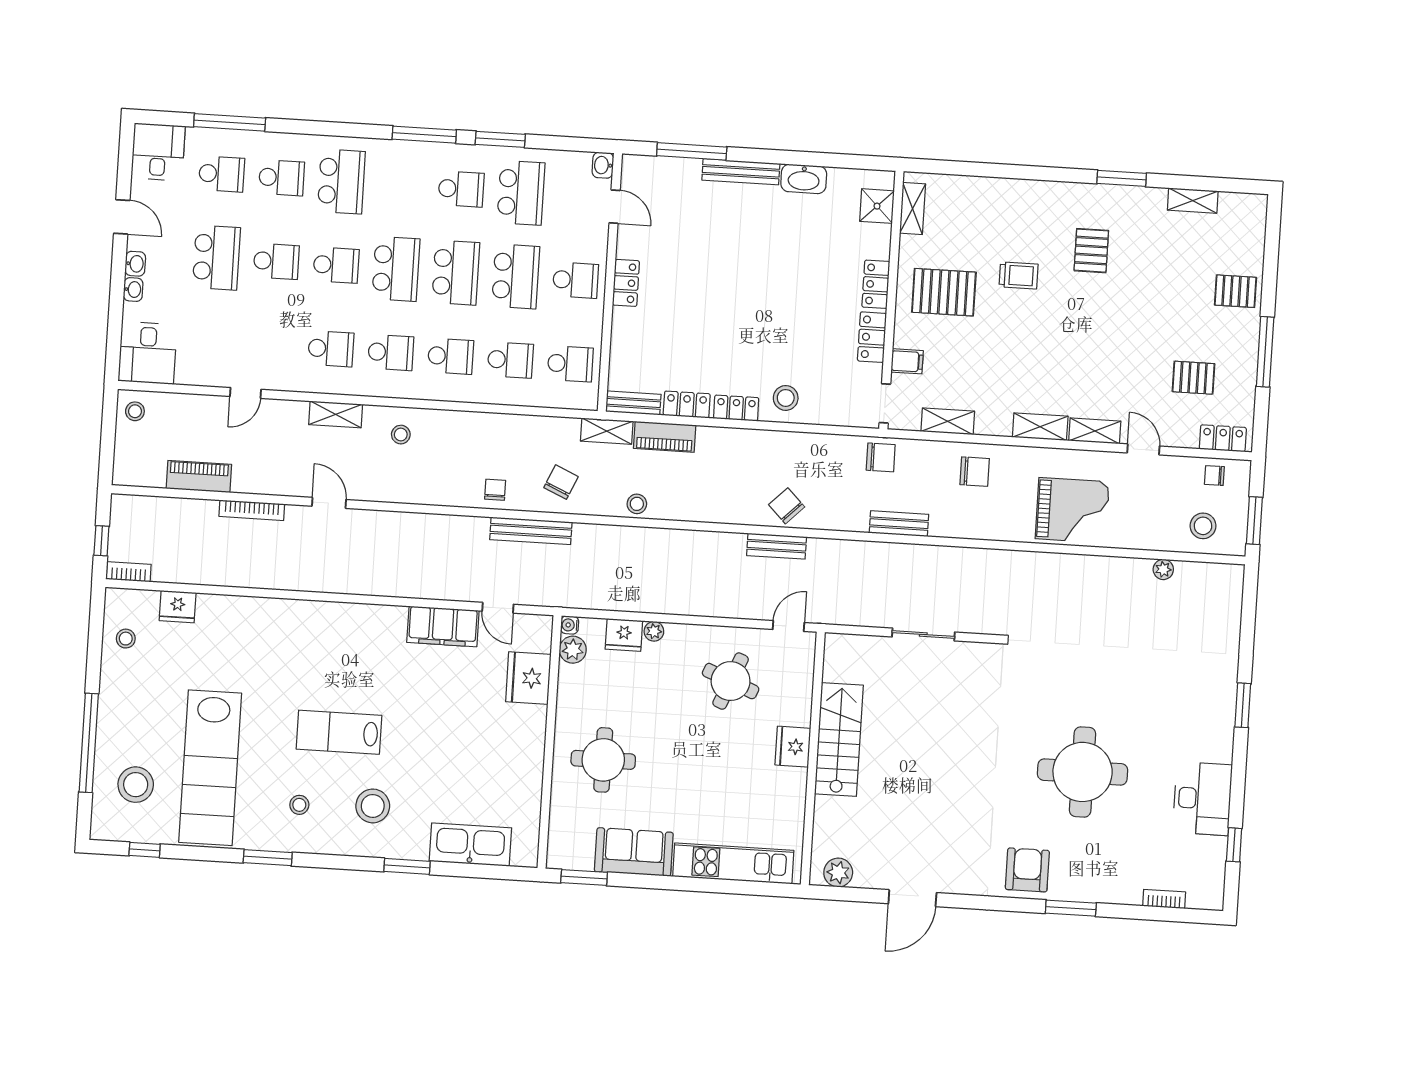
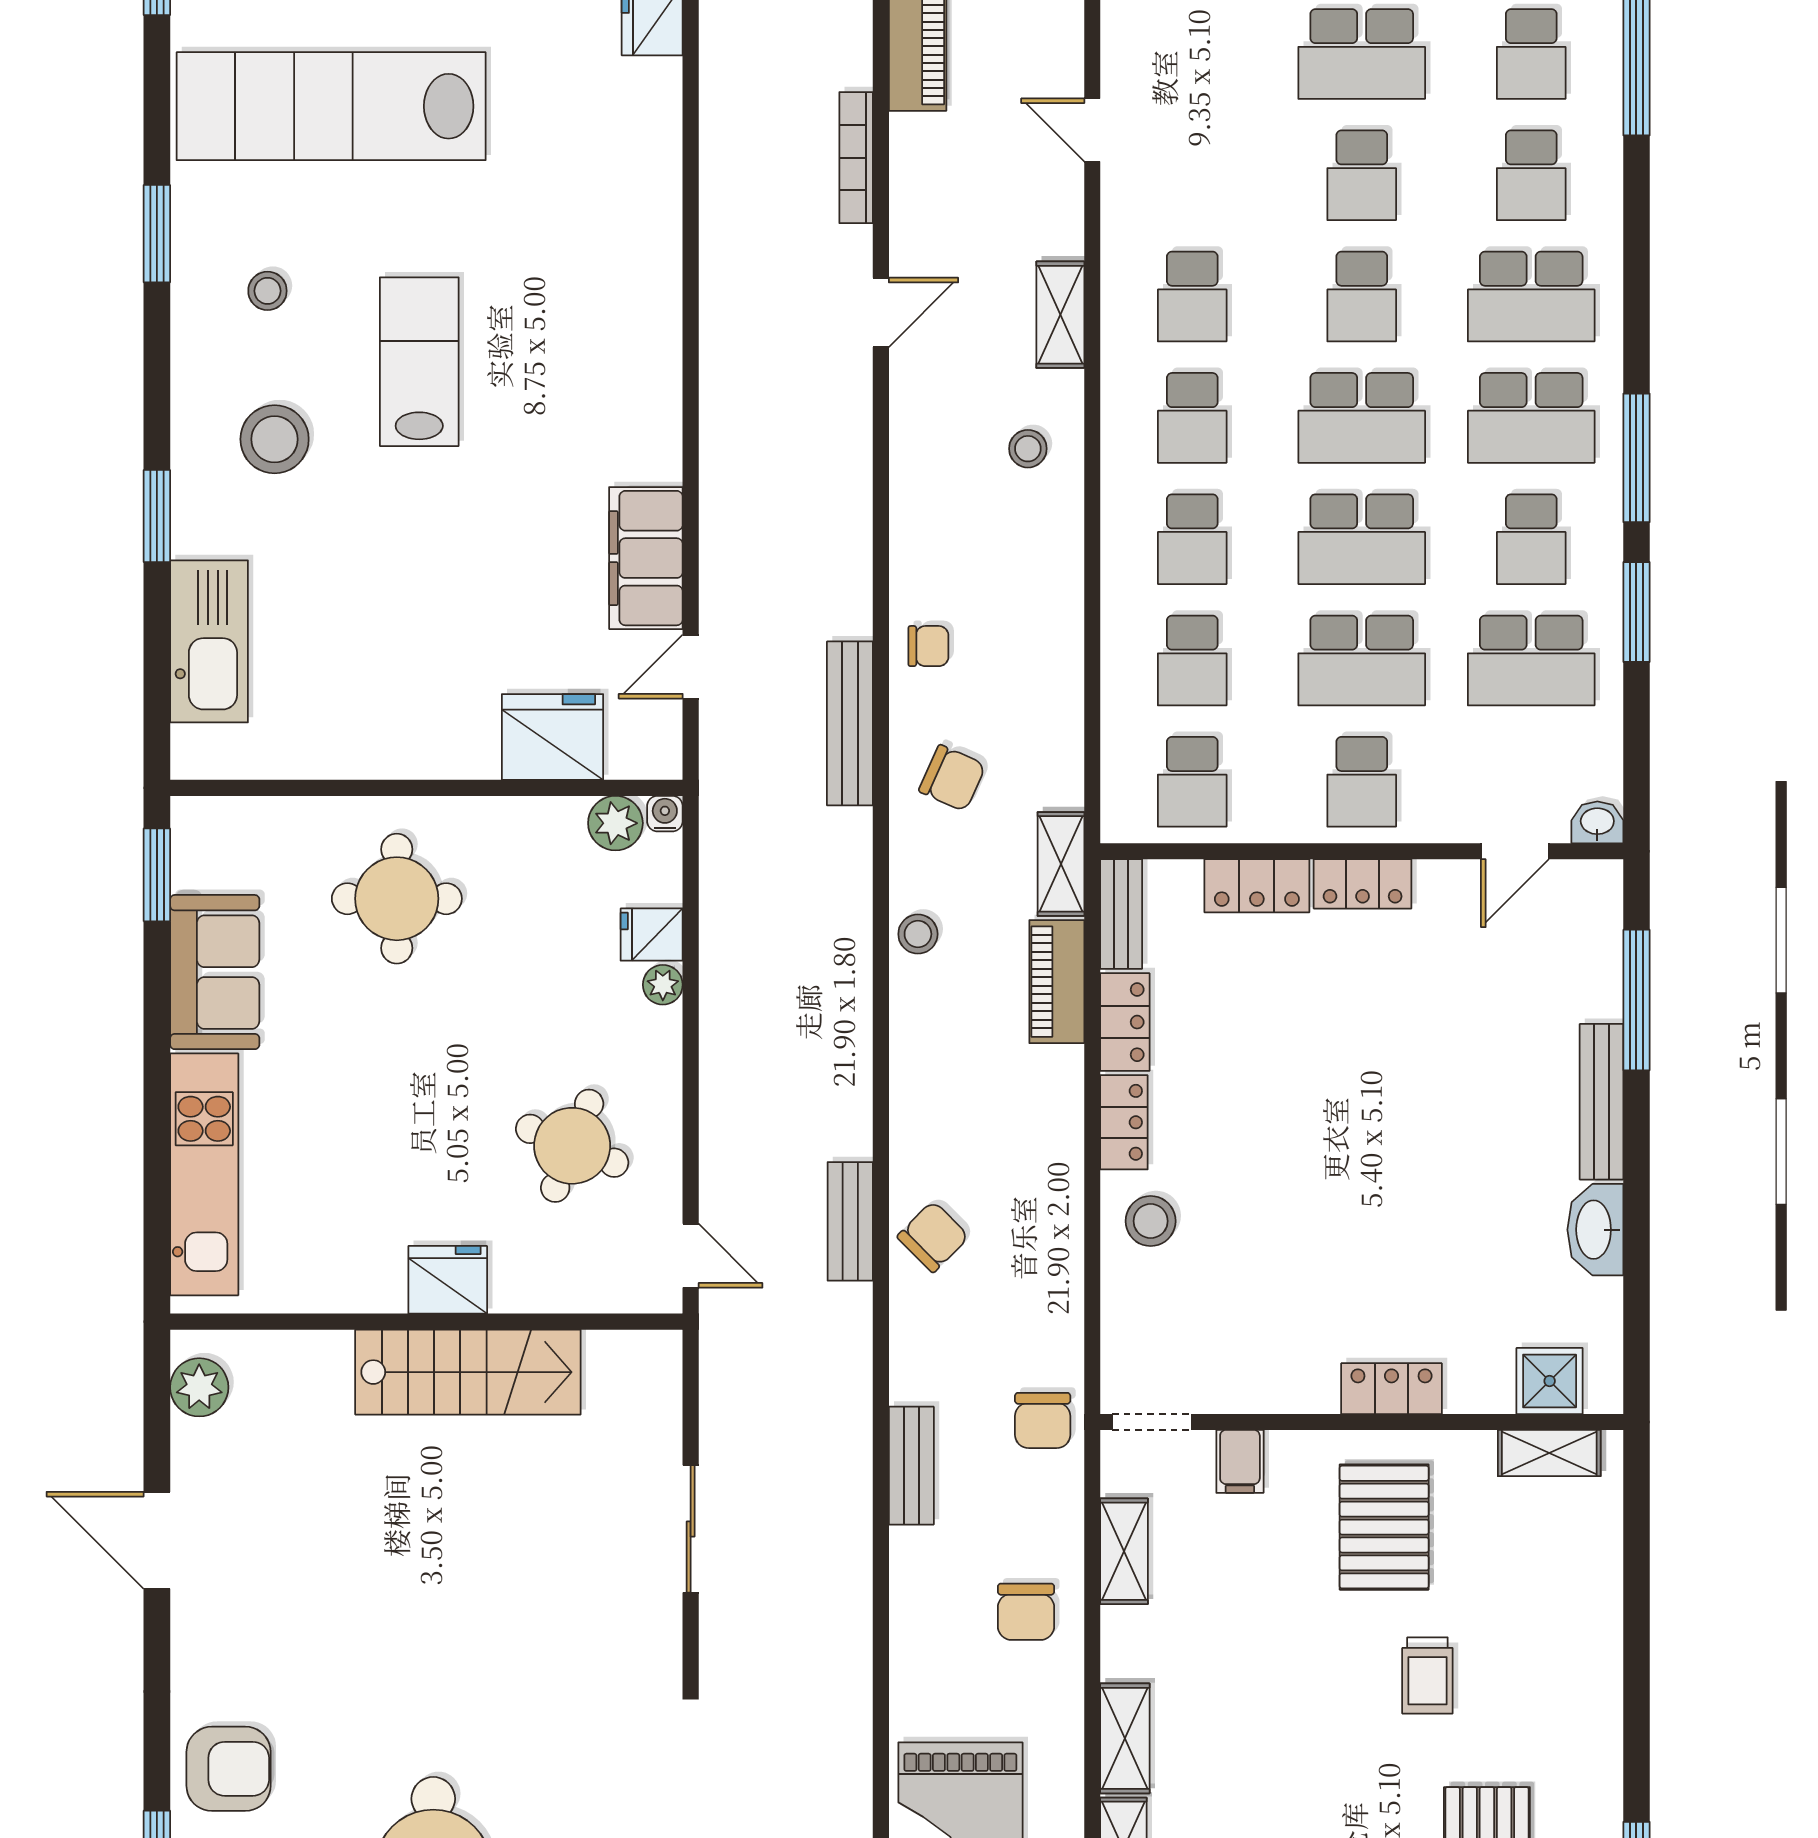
school desk: (401, 185) -> (1531, 418), added
locker: (872, 337) -> (1257, 886), moved, turned 180
fridge: (624, 635) -> (652, 935), width x0.72

